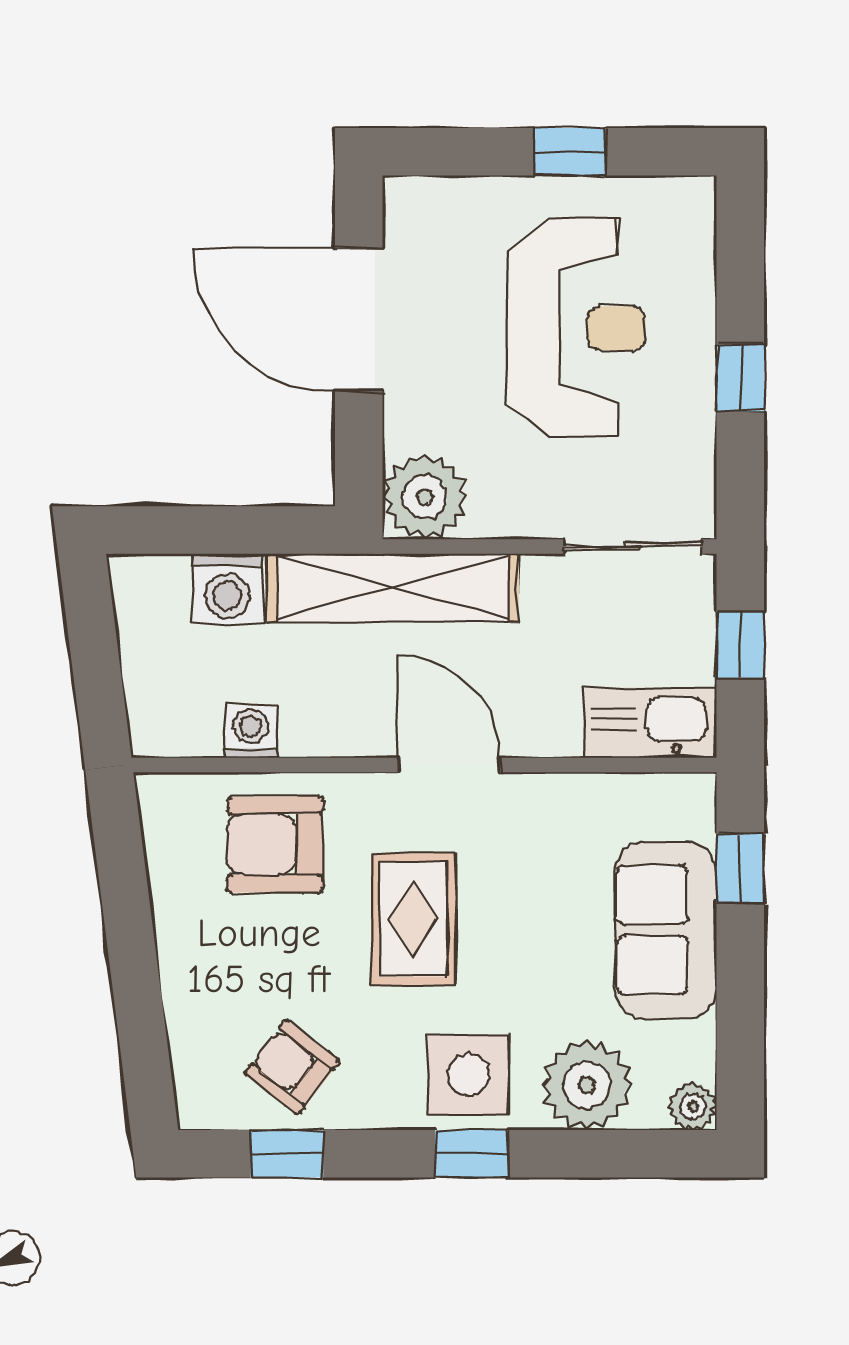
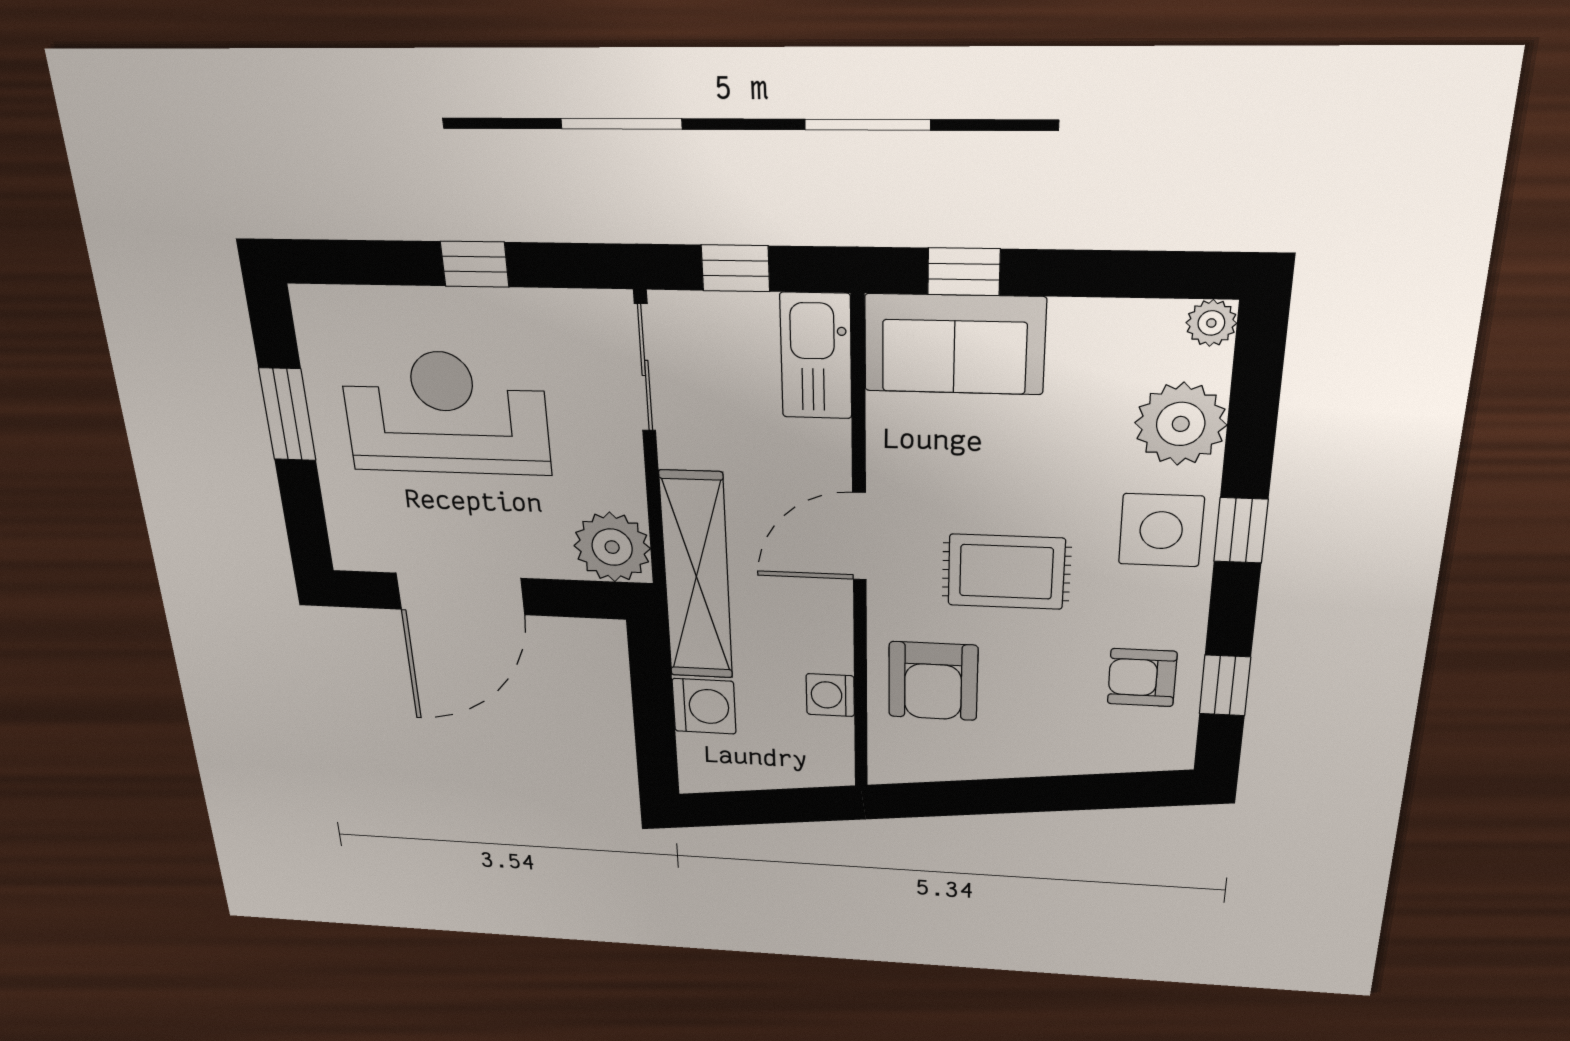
window: (570, 152) -> (287, 414), width x1.50
sofa: (666, 930) -> (954, 344), moved
armchair: (292, 1067) -> (1142, 678), turned 52

